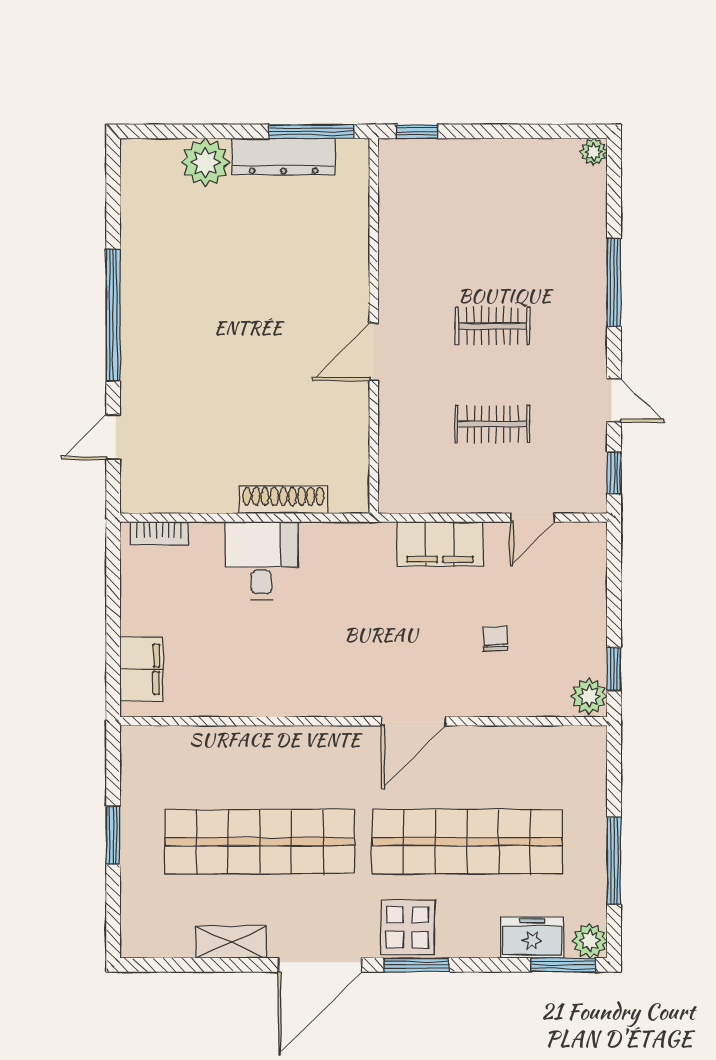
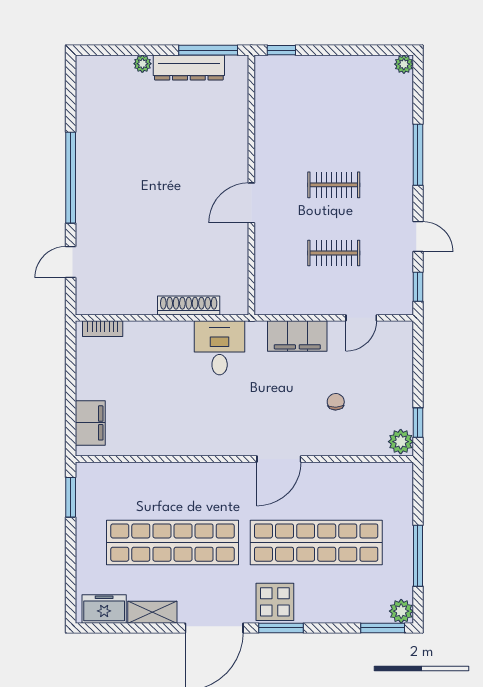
plant: (205, 162) -> (142, 64), width x0.53, depth x0.53
desk: (262, 561) -> (220, 348), moved
window: (113, 835) -> (71, 497), moved
freezer: (532, 938) -> (104, 609), moved

